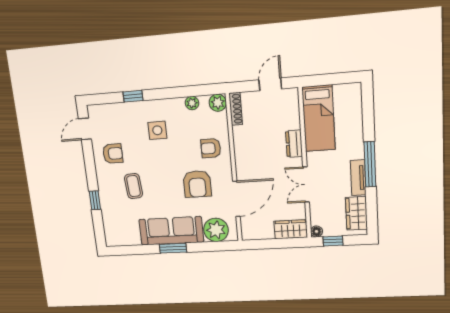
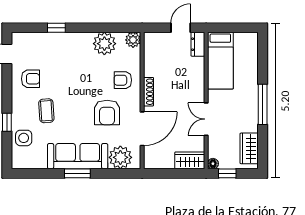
plant: (192, 103) -> (104, 44), width x1.87, depth x1.87
shoe rack: (236, 109) -> (149, 92), moved
side table: (157, 130) -> (24, 138), moved
dresser: (294, 144) -> (198, 44), moved
tv unit: (358, 178) -> (252, 116), removed

